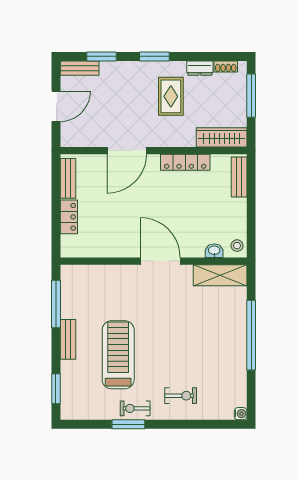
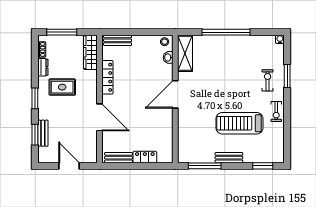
bench: (80, 68) -> (43, 133), moved
window: (128, 424) -> (287, 76), moved

